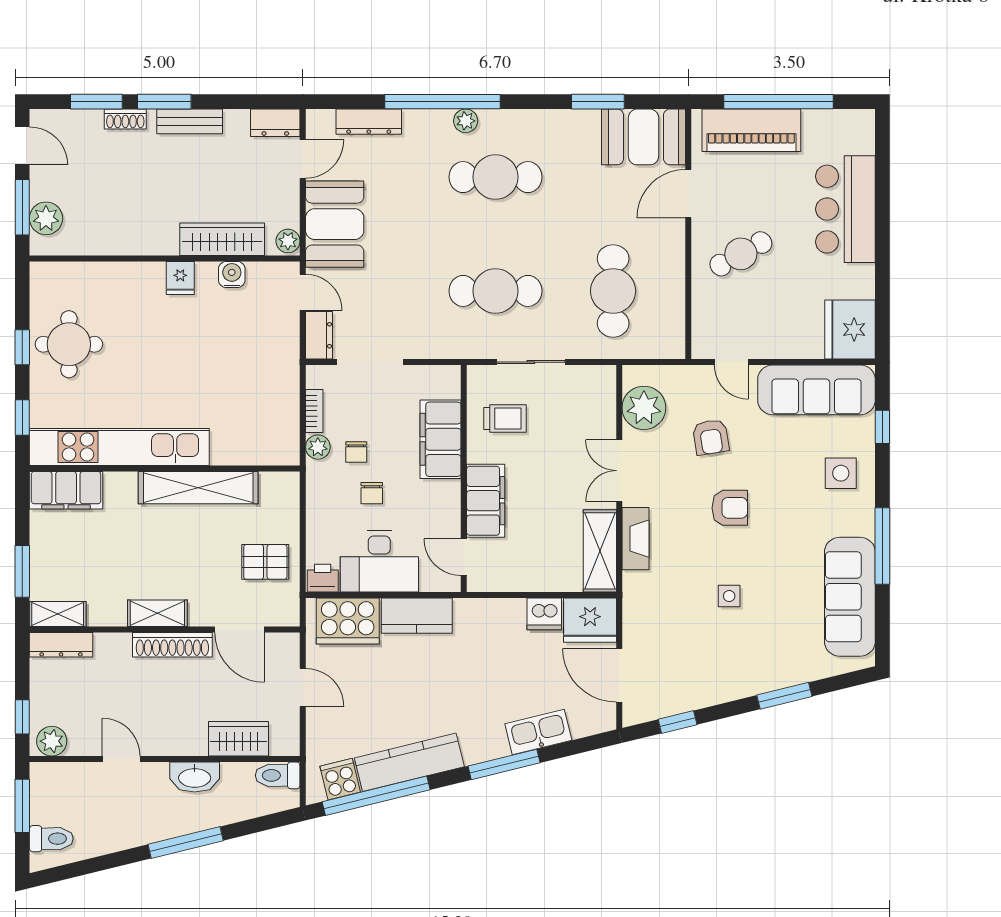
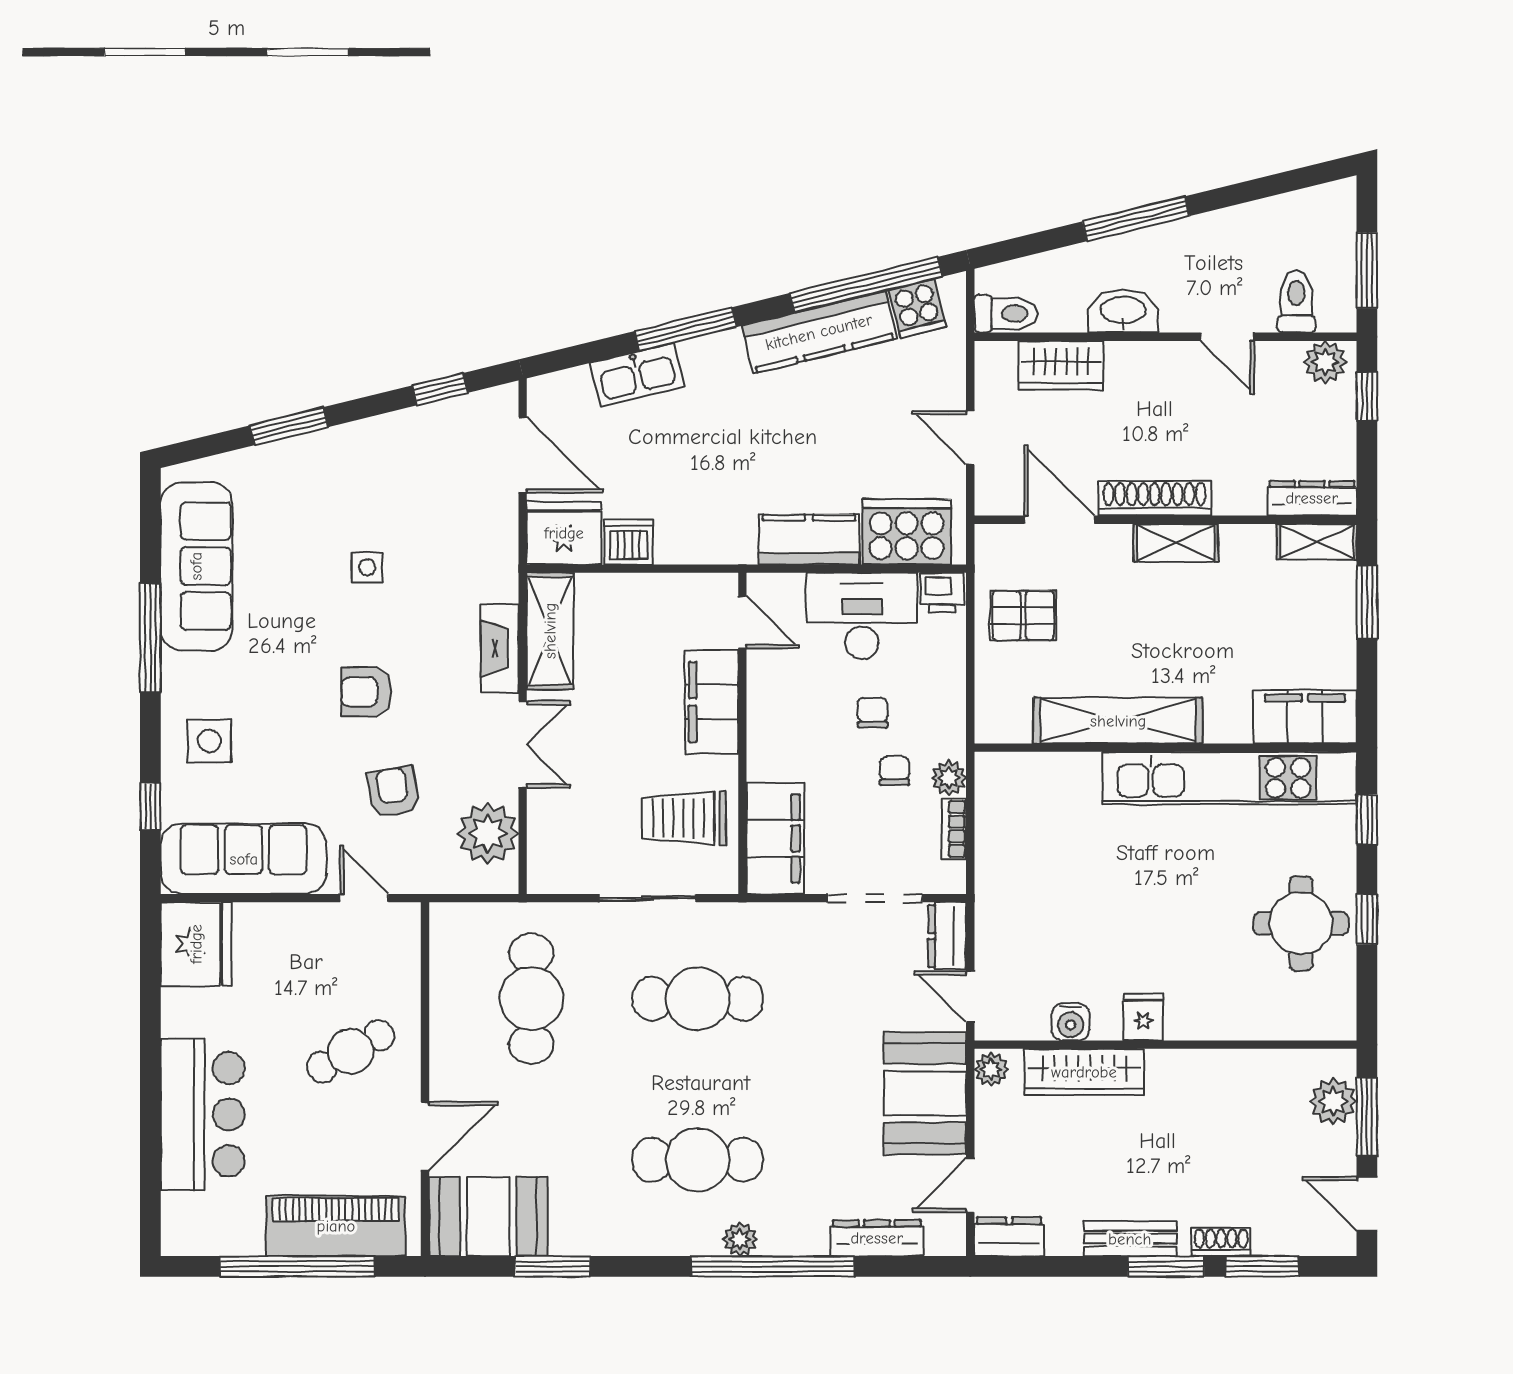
trolley: (505, 419) -> (684, 818), width x1.36, depth x1.39
filing cabinet: (441, 439) -> (775, 838), moved
toilet: (51, 839) -> (1296, 302), moved, turned 90

